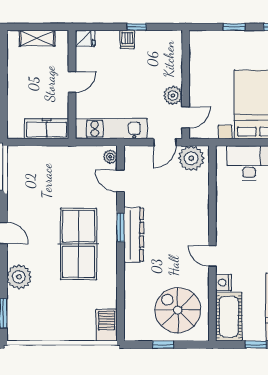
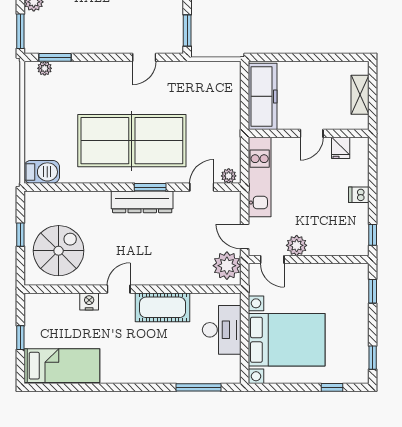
window: (137, 27) -> (373, 235), moved
window: (234, 27) -> (373, 291), moved
fridge: (85, 38) -> (341, 148), moved
door: (72, 82) -> (312, 133), hinge flipped
freezer: (47, 129) -> (263, 96), width x1.36, depth x1.26
table tennis table: (78, 244) -> (132, 141), width x1.36, depth x1.32
plant: (19, 277) -> (45, 68), moved, width x0.53, depth x0.53
cot: (229, 317) -> (163, 307), moved

